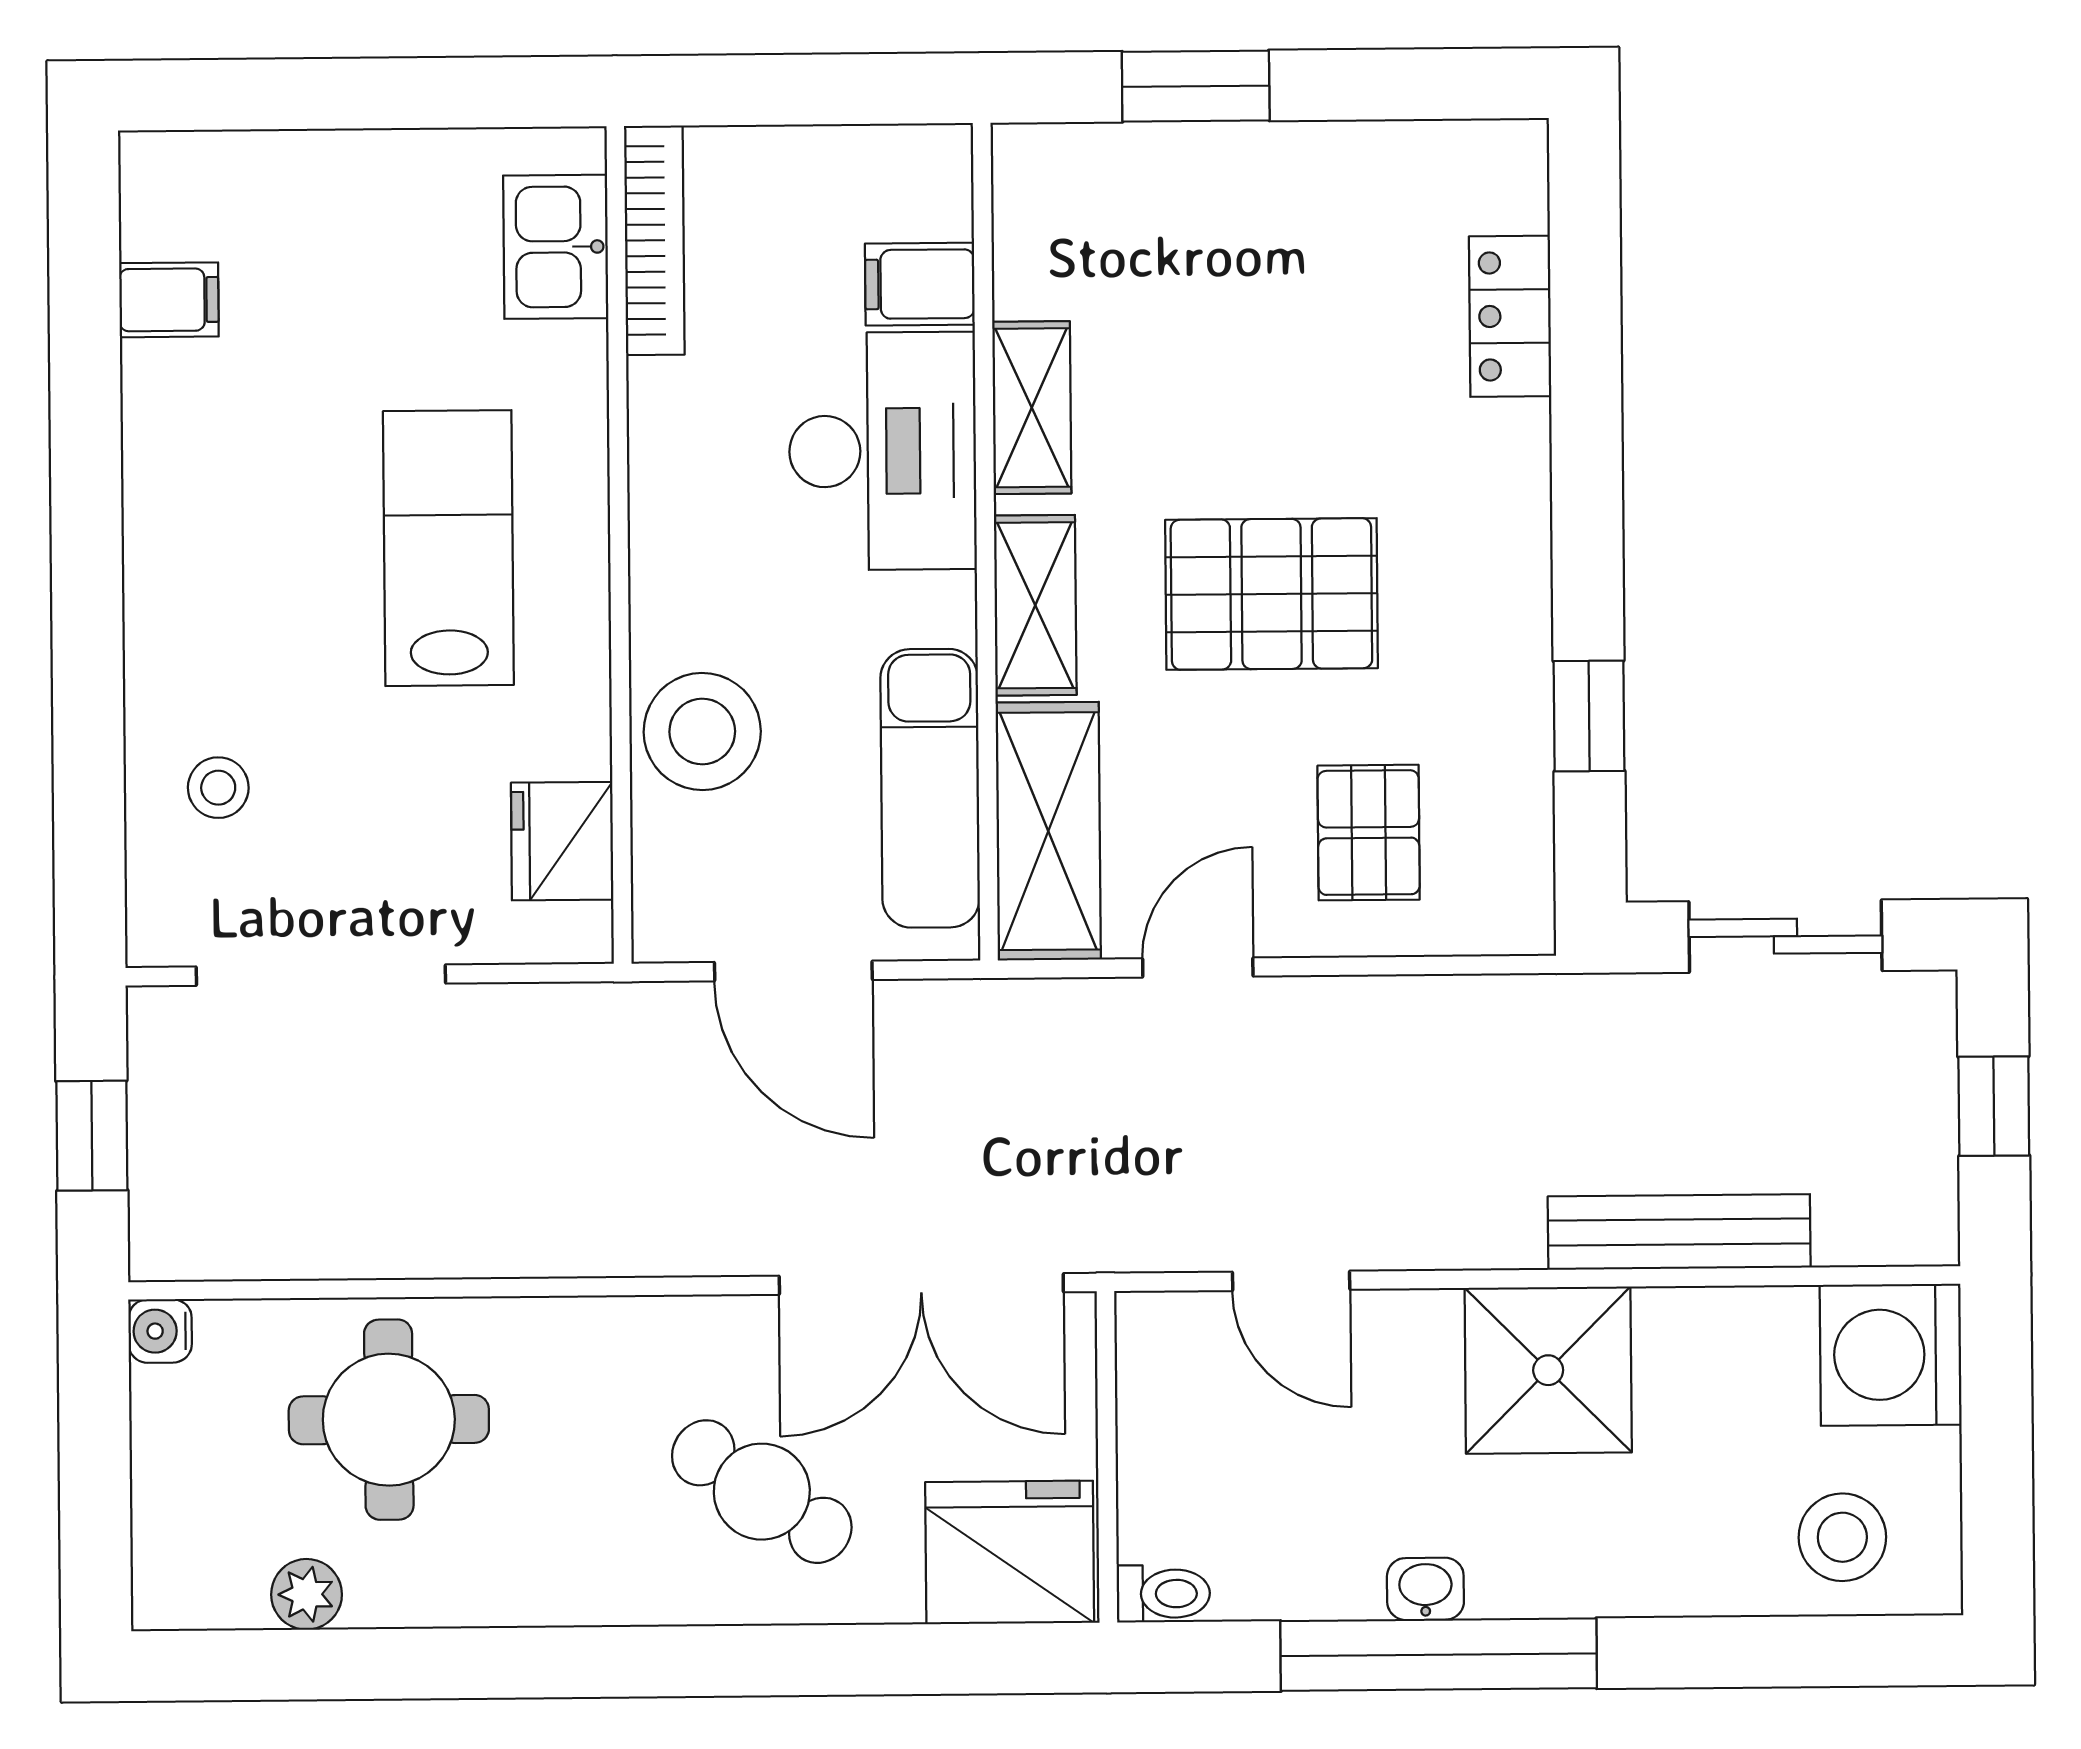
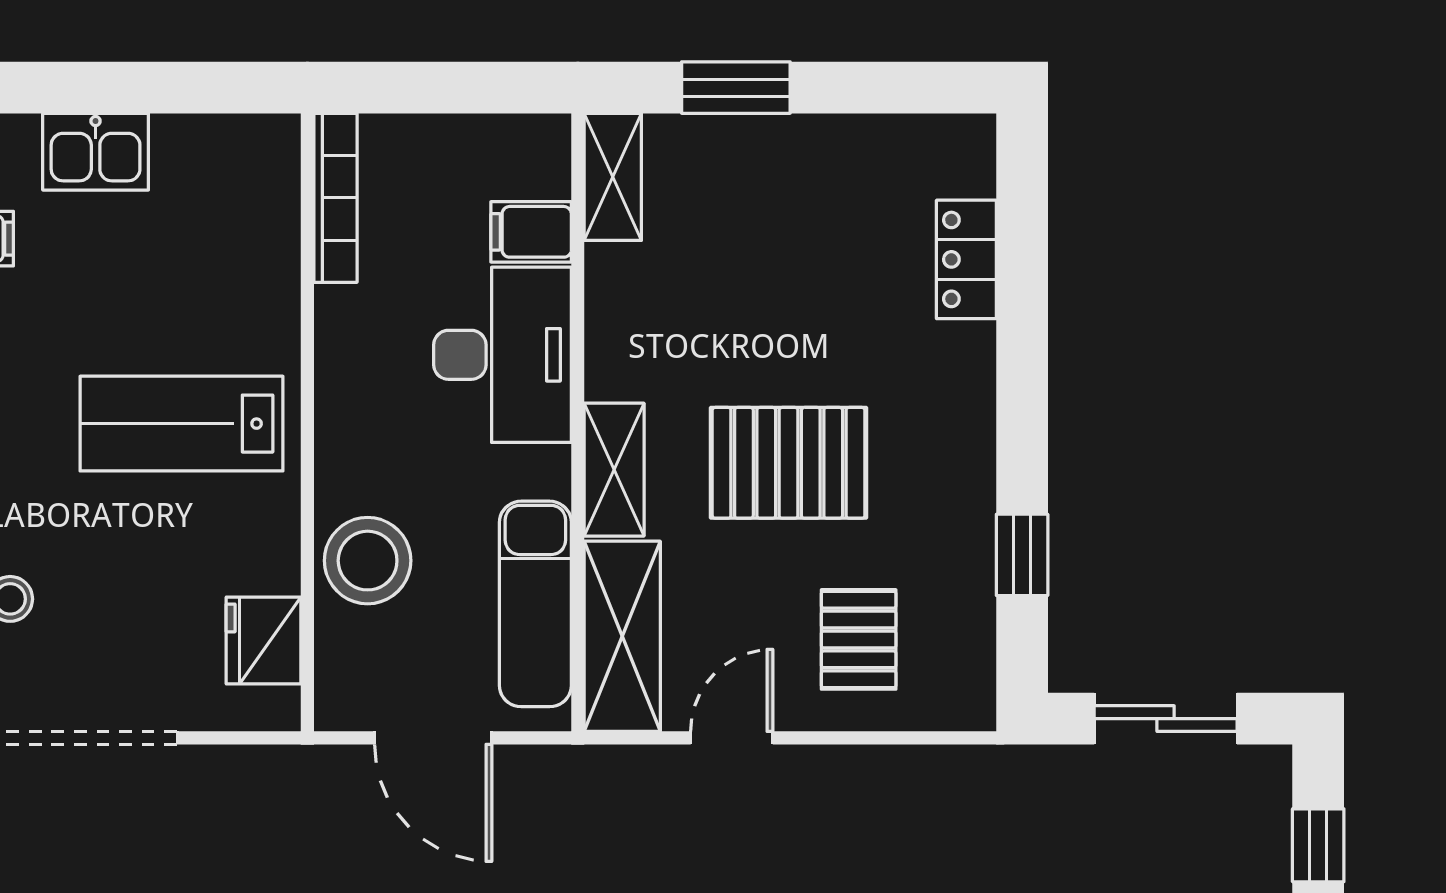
kitchen sink: (556, 247) -> (96, 152), moved, turned -90
shelving: (1032, 408) -> (613, 177), moved
lab bench: (448, 548) -> (181, 424), turned -90

